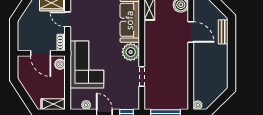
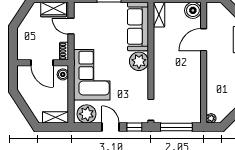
door: (191, 32) -> (204, 40), swing flipped
doorway: (142, 76) -> (151, 110), moved
plant: (86, 105) -> (87, 114), width x1.87, depth x1.87

